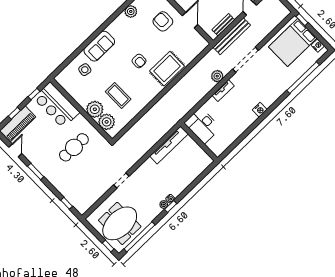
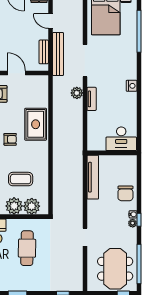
desk: (202, 125) -> (121, 139), moved
chair: (180, 179) -> (125, 193), added

